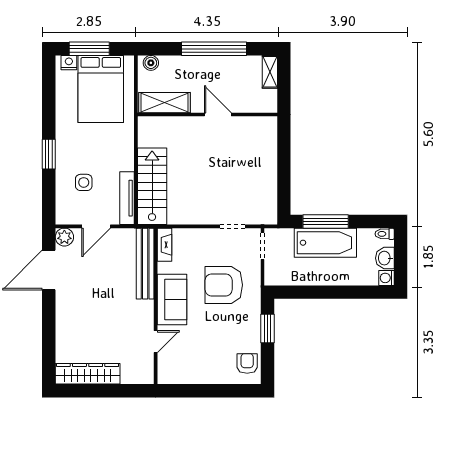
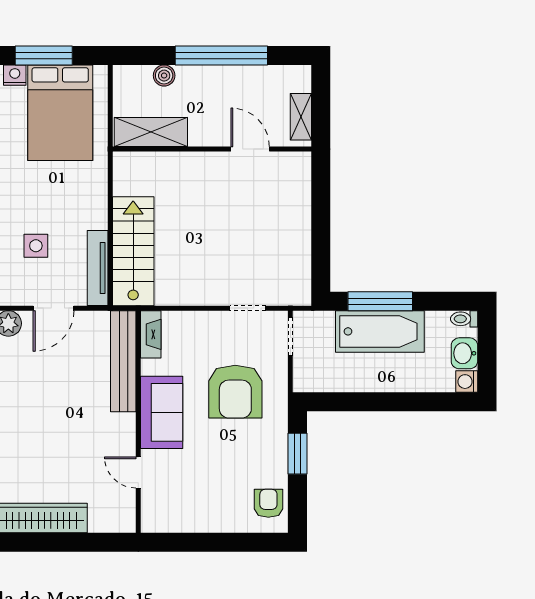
boiler: (151, 63) -> (164, 76), moved
shelving: (270, 72) -> (301, 117), moved
door: (218, 115) -> (250, 149), moved
armchair: (224, 285) -> (235, 392), turned -90
door: (156, 342) -> (138, 472), swing flipped

